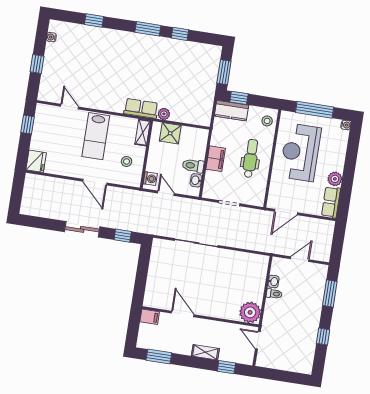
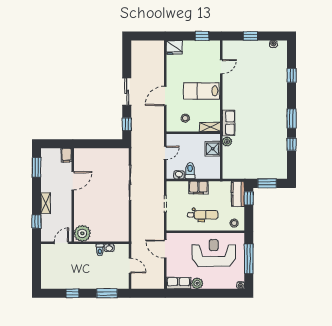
washing machine: (150, 179) -> (175, 139), removed

